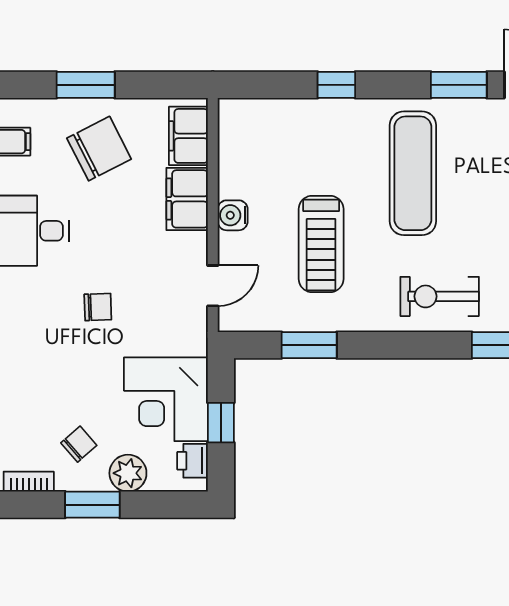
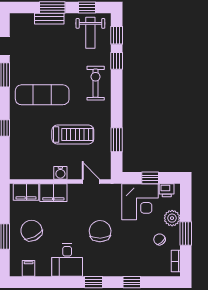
exercise bike: (440, 296) -> (96, 83), turned 180
chair: (98, 307) -> (100, 231), width x1.87, depth x1.87

